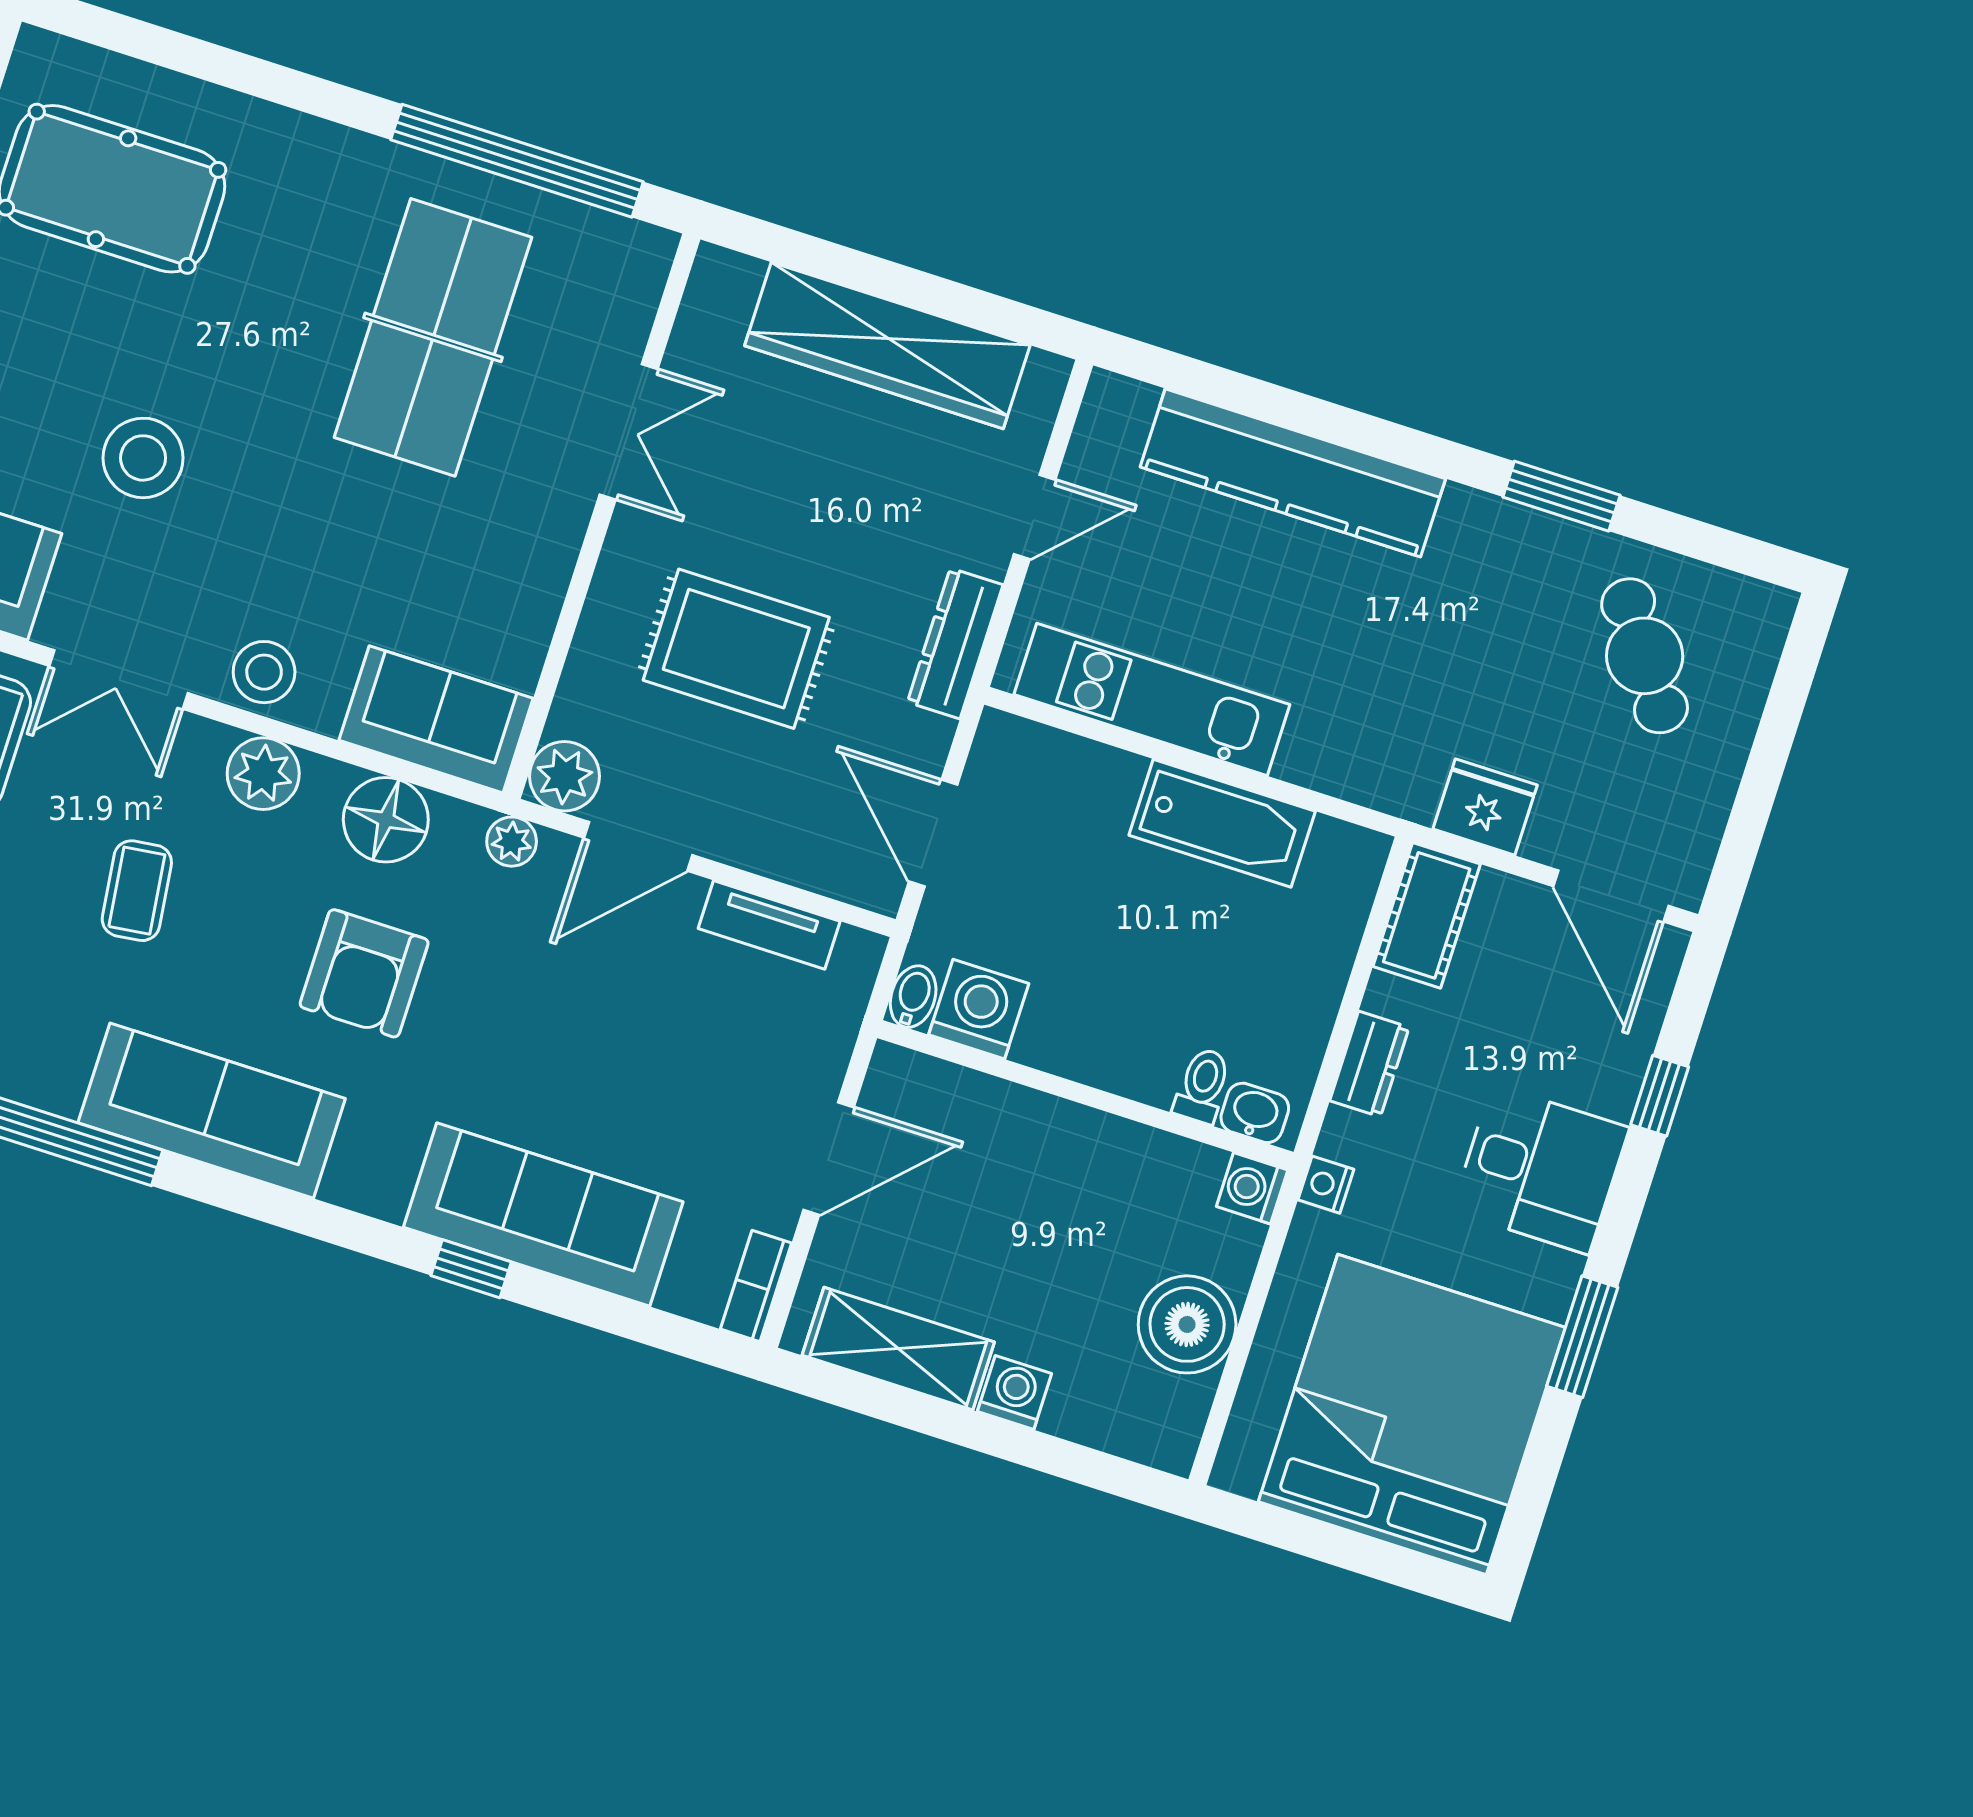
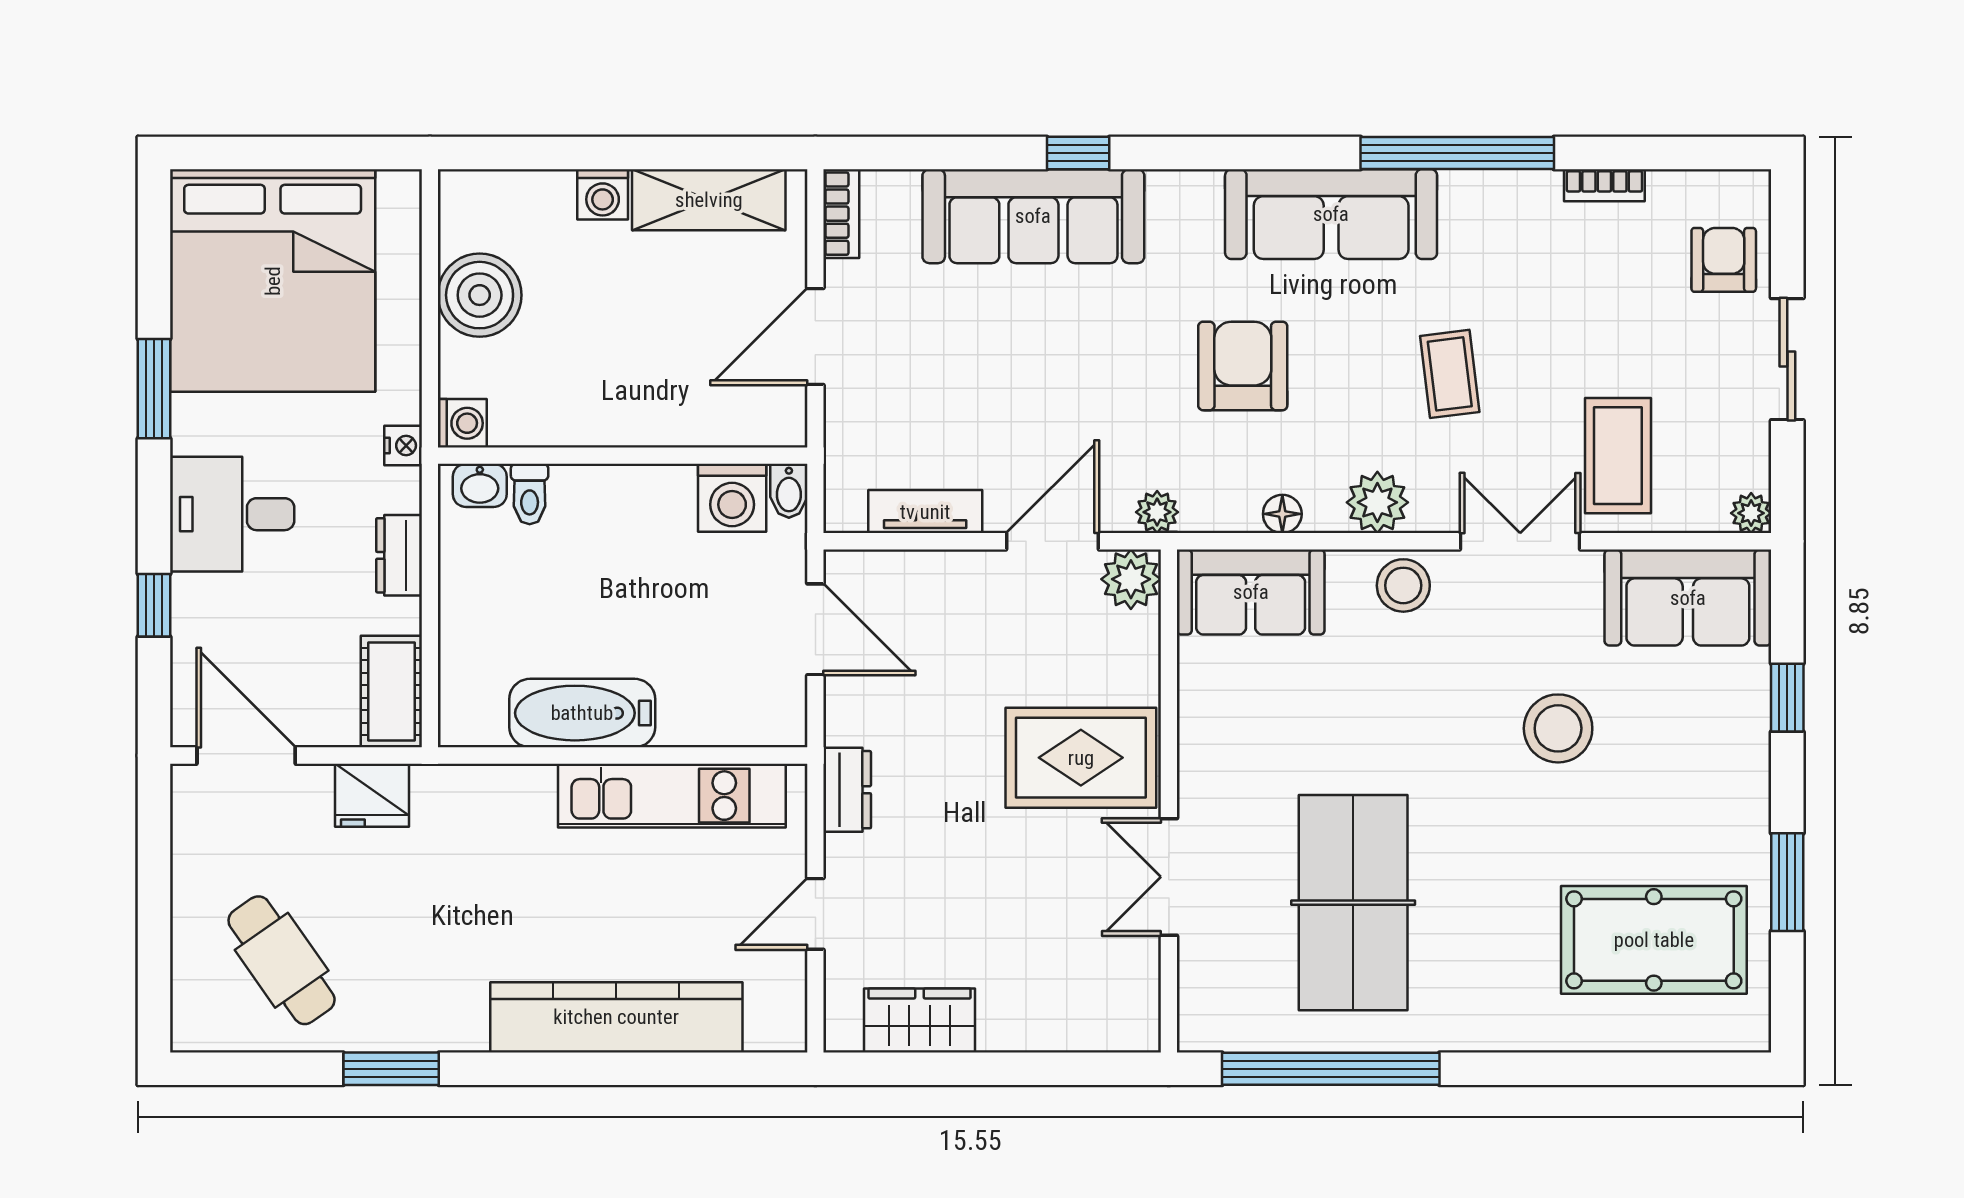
wardrobe: (887, 346) -> (919, 1021), width x0.48, depth x0.85
dresser: (955, 643) -> (847, 790), width x0.70
rug: (736, 649) -> (1081, 758), moved
floor lamp: (386, 820) -> (1282, 514), width x0.53, depth x0.53

